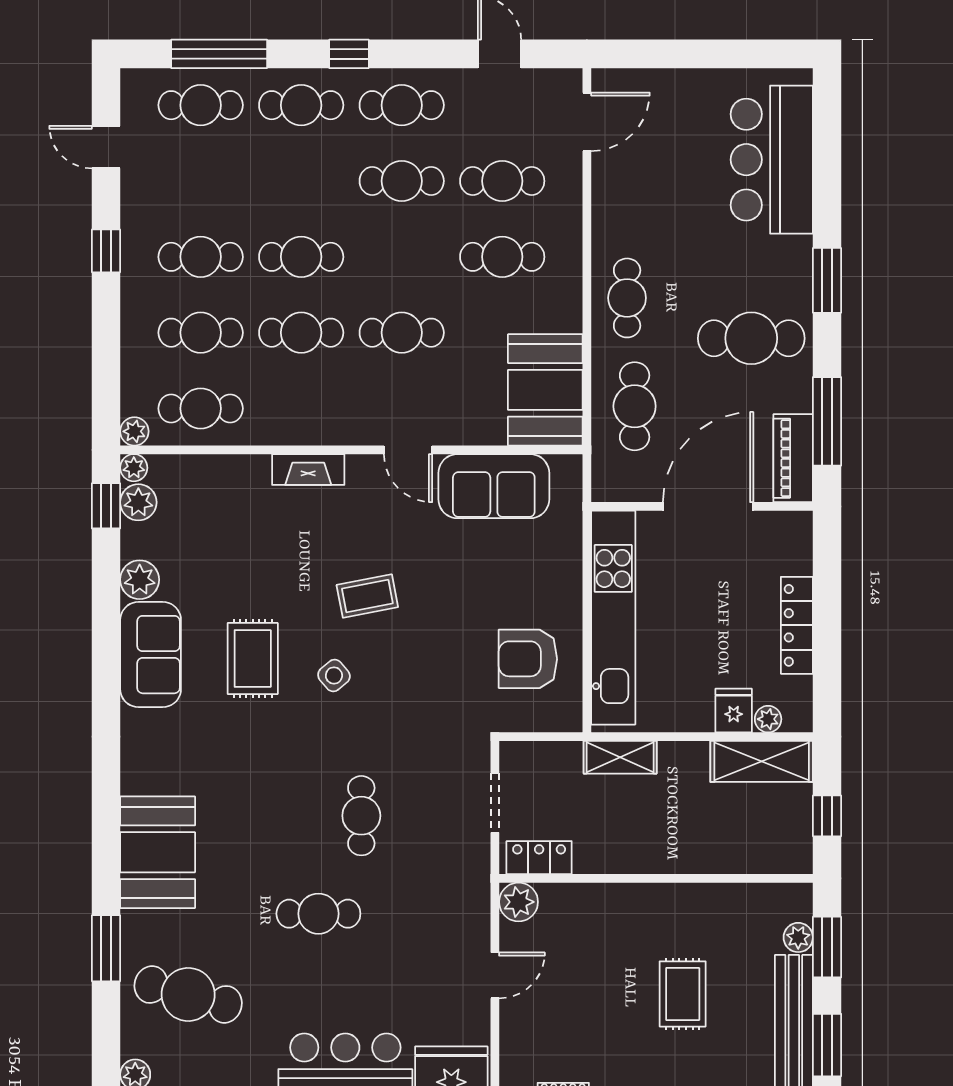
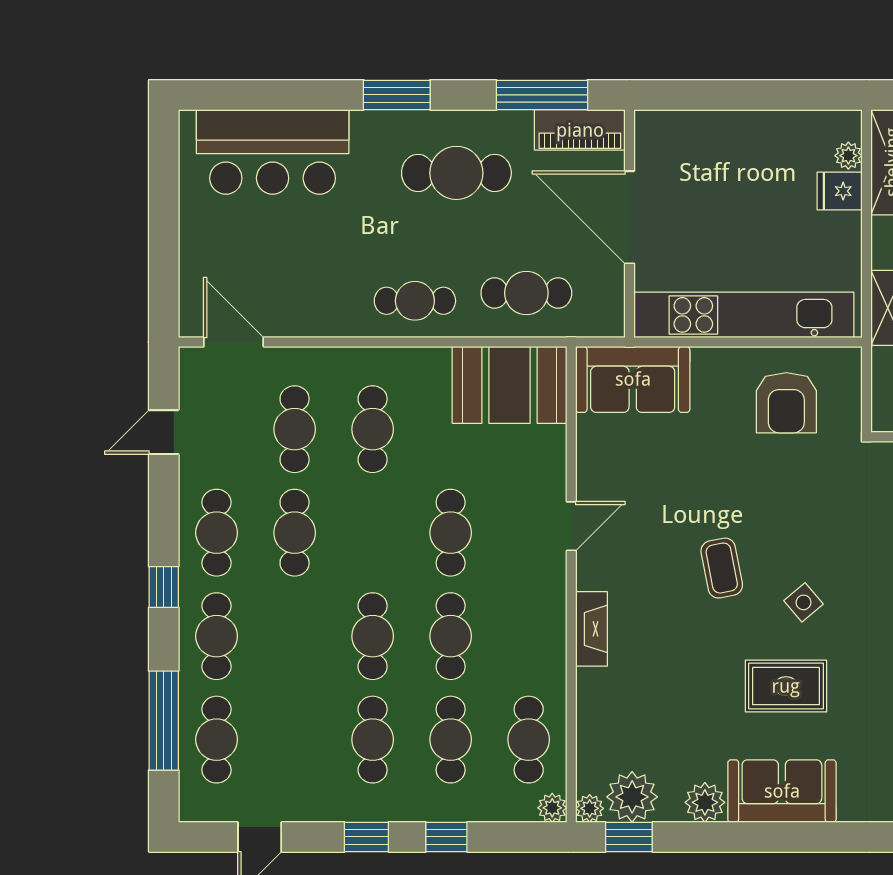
window: (106, 329) -> (446, 837), added
cafe table: (751, 338) -> (456, 173), turned 90
sofa: (494, 486) -> (633, 379), moved, turned 90
plant: (138, 502) -> (632, 797), width x1.36, depth x1.36
locker: (797, 625) -> (752, 126), removed

